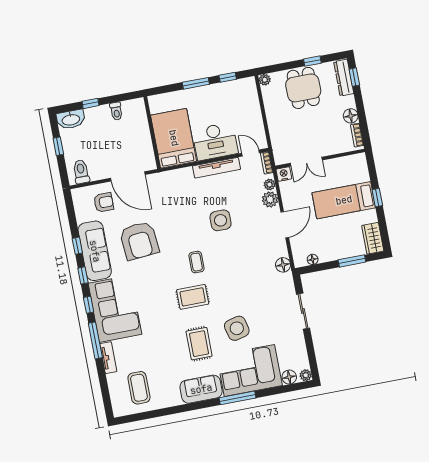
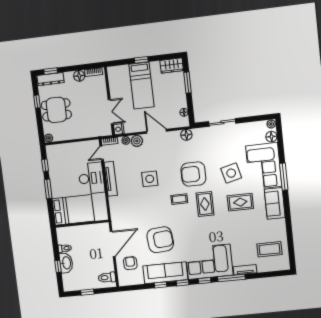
washbasin: (71, 119) -> (66, 263), moved
bed: (174, 138) -> (73, 210), moved, turned 180
armchair: (232, 278) -> (193, 174), added

